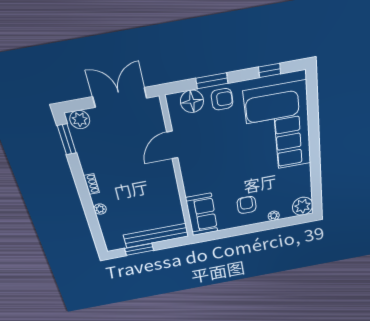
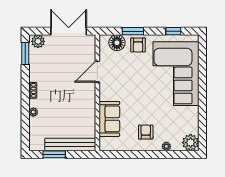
armchair: (222, 99) -> (138, 45), turned 90
sofa: (202, 215) -> (109, 119), moved

